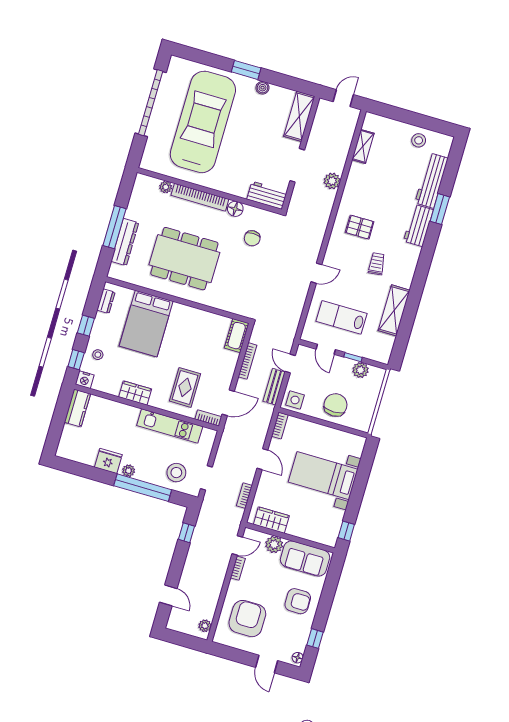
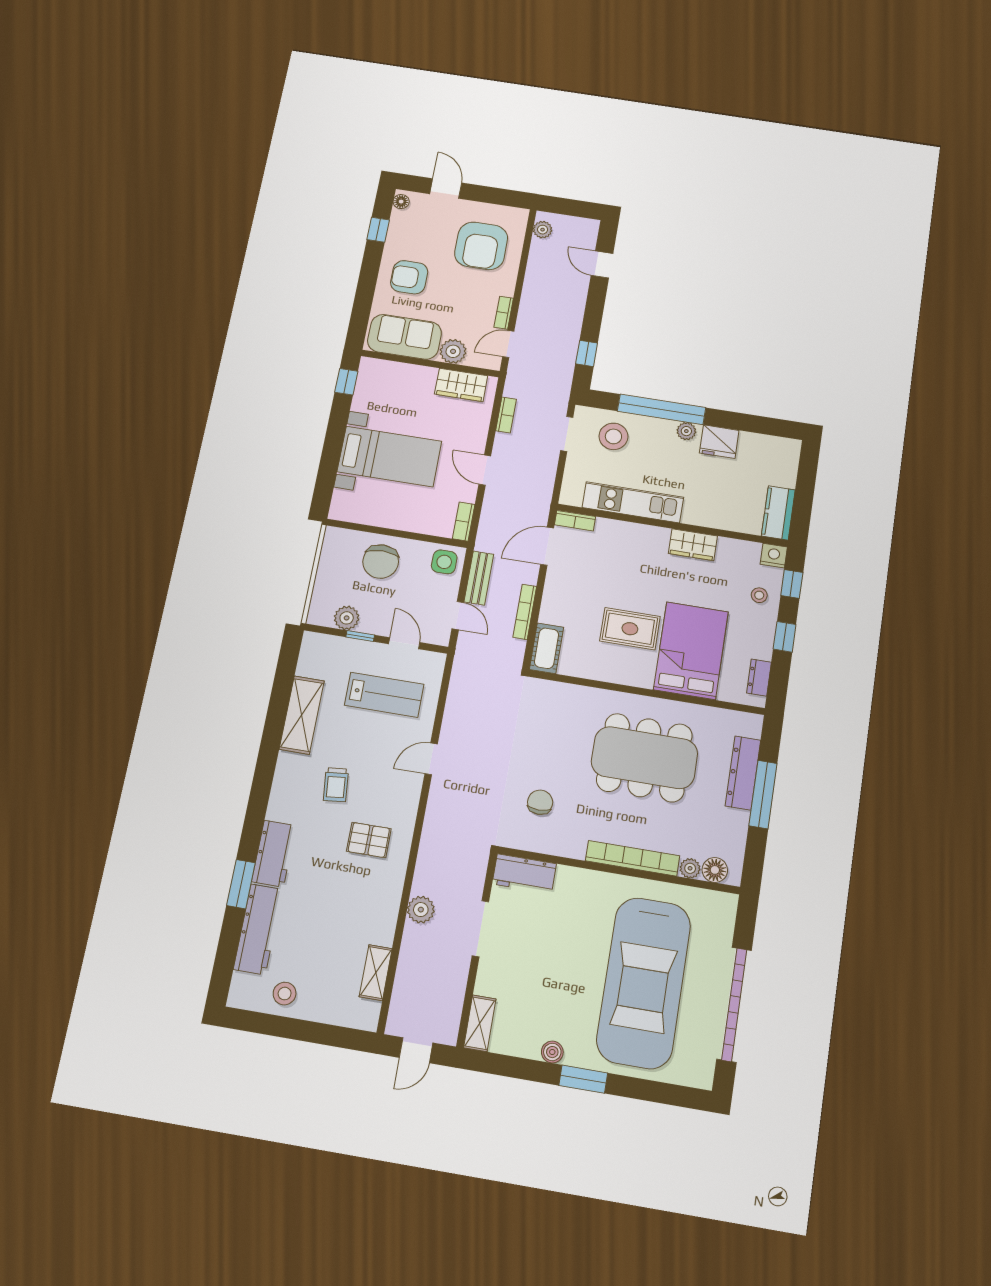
shelving: (299, 116) -> (480, 1023), width x0.67, depth x0.75
floor lamp: (235, 209) -> (715, 870), moved
rug: (185, 387) -> (630, 629), moved, turned 90

